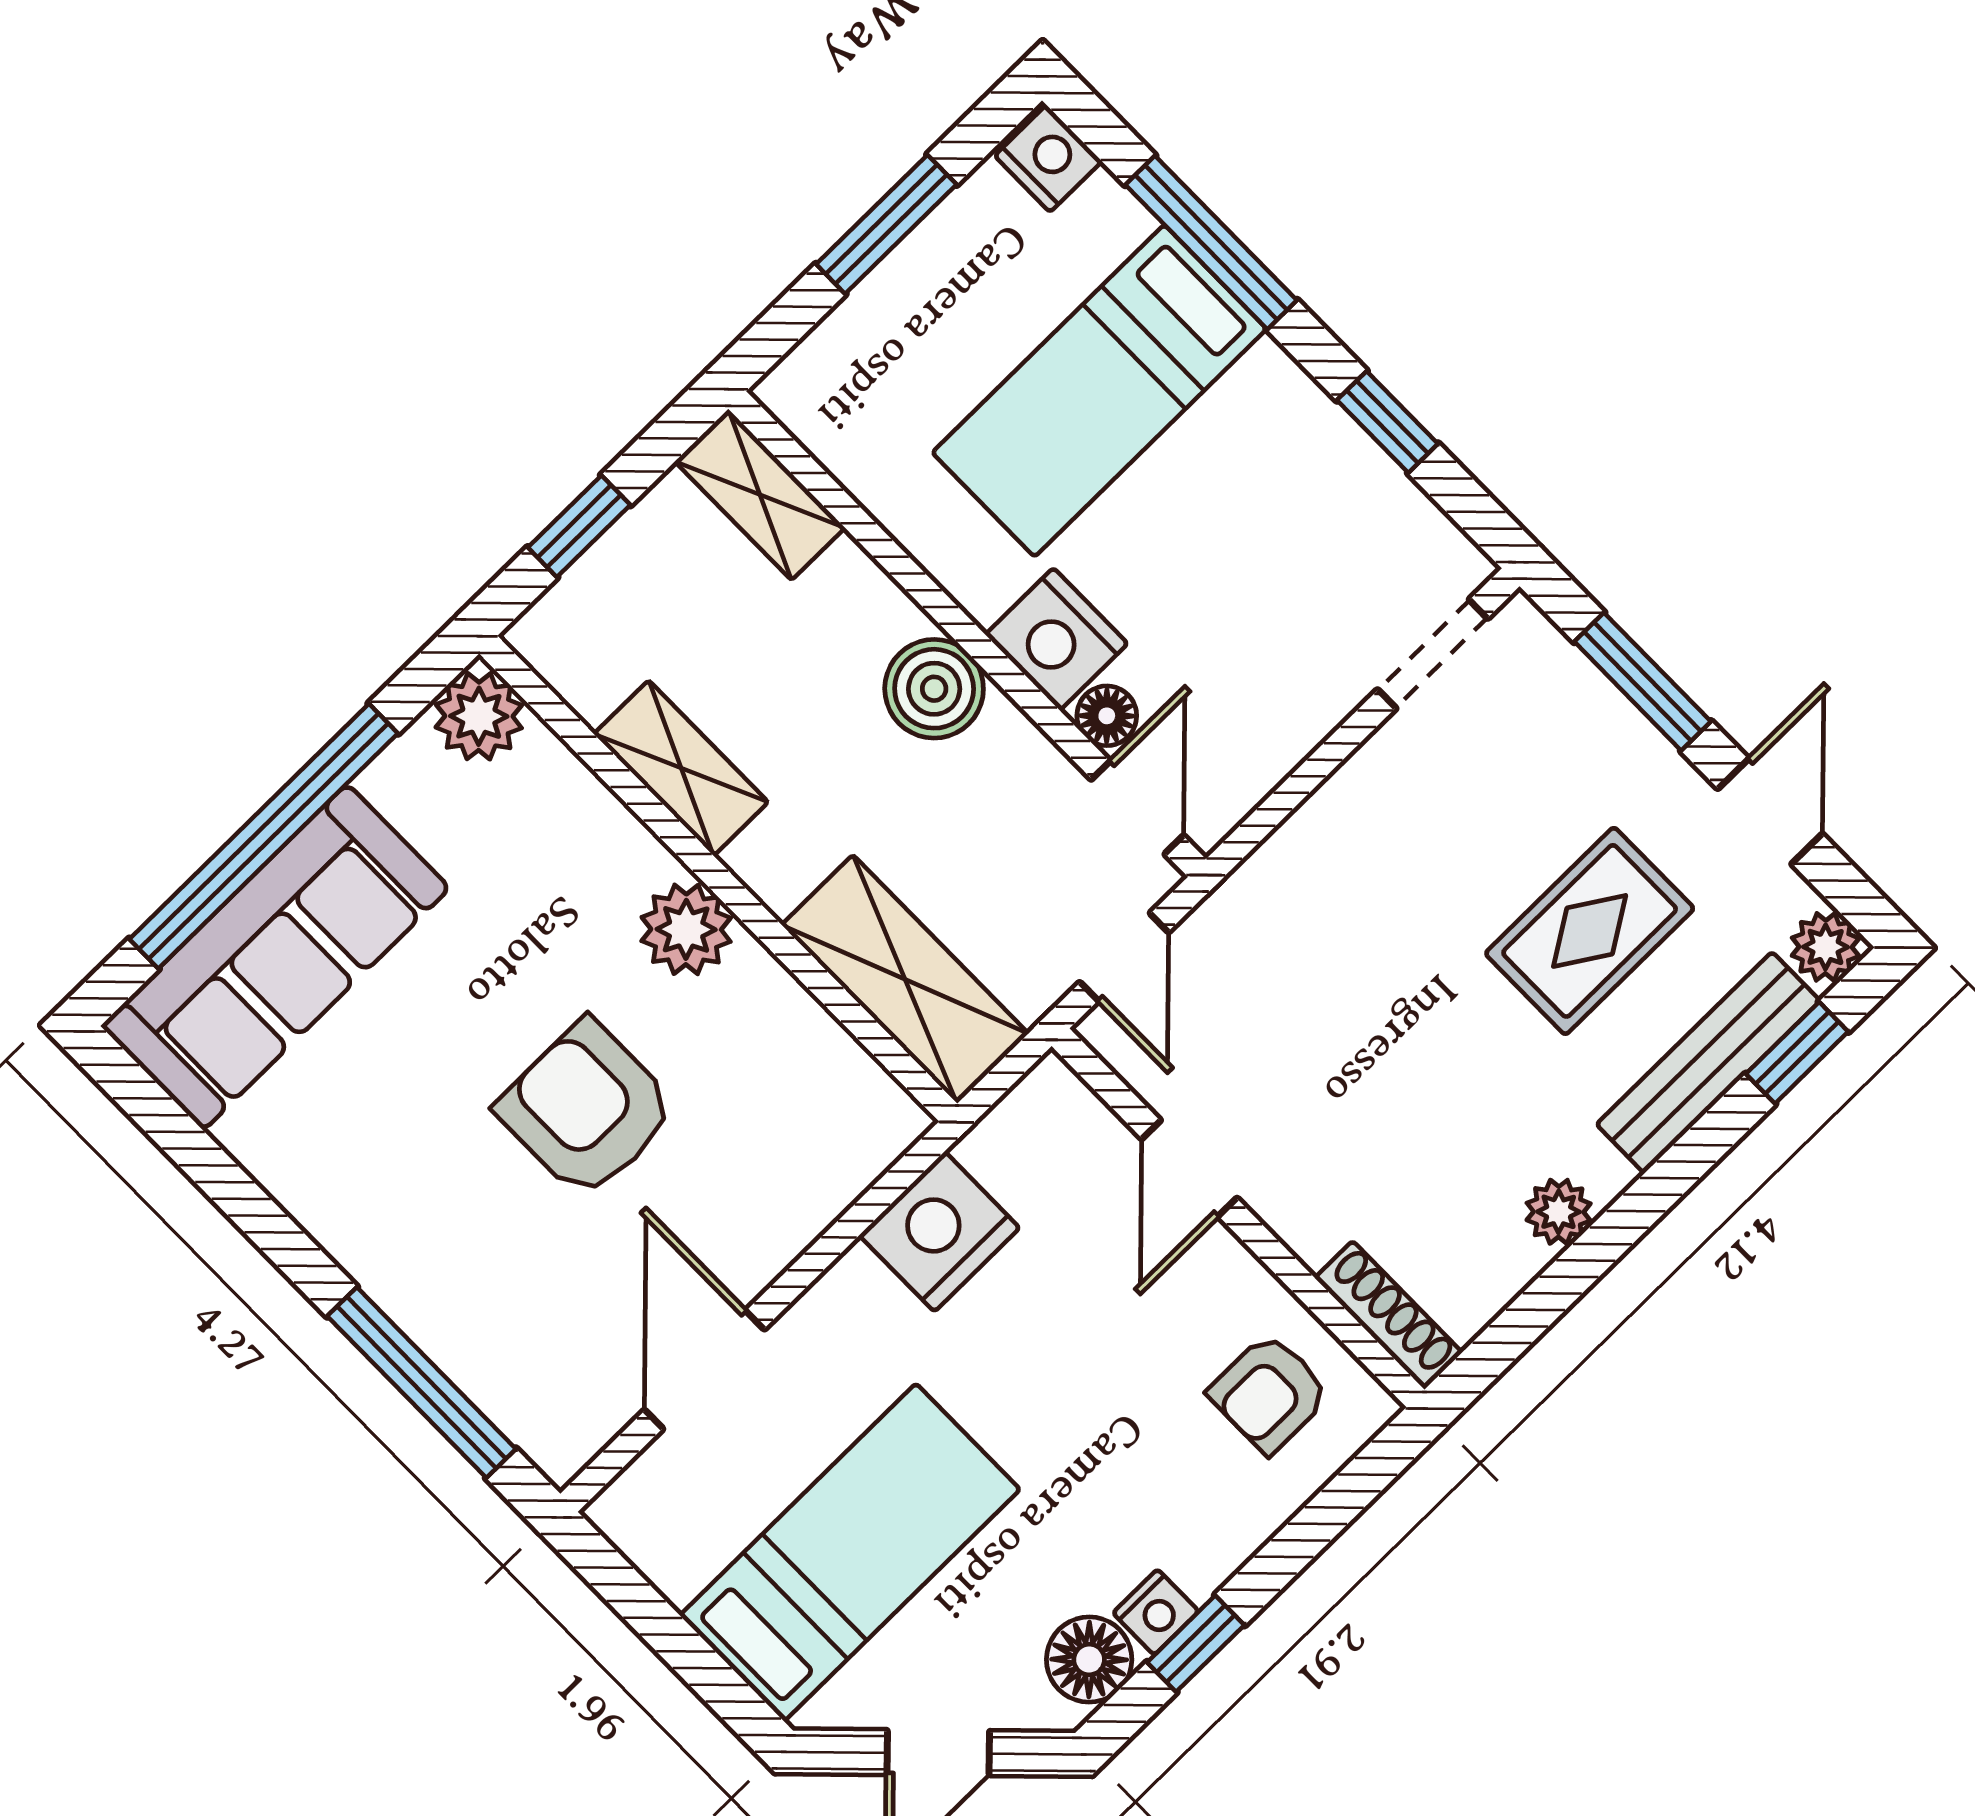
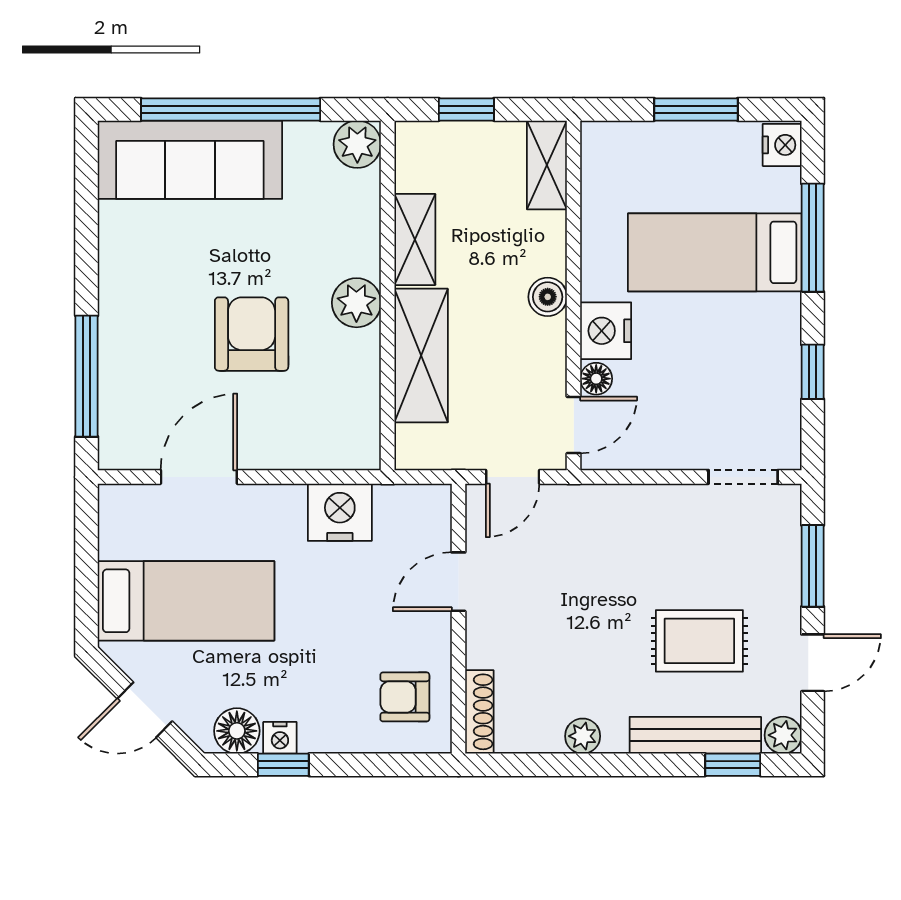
boiler: (934, 689) -> (548, 297), width x0.73, depth x0.73
shelving: (905, 979) -> (421, 356), moved

